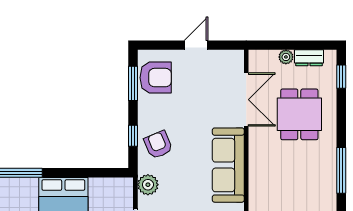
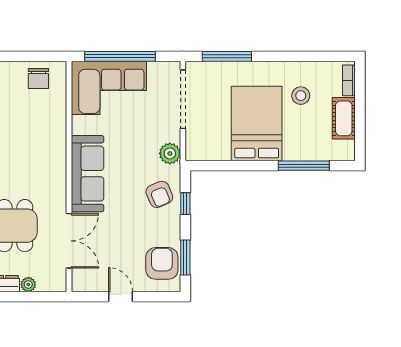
door: (196, 45) -> (121, 297), swing flipped
armchair: (156, 78) -> (162, 263), turned 90
double door: (246, 100) -> (69, 241), swing flipped

